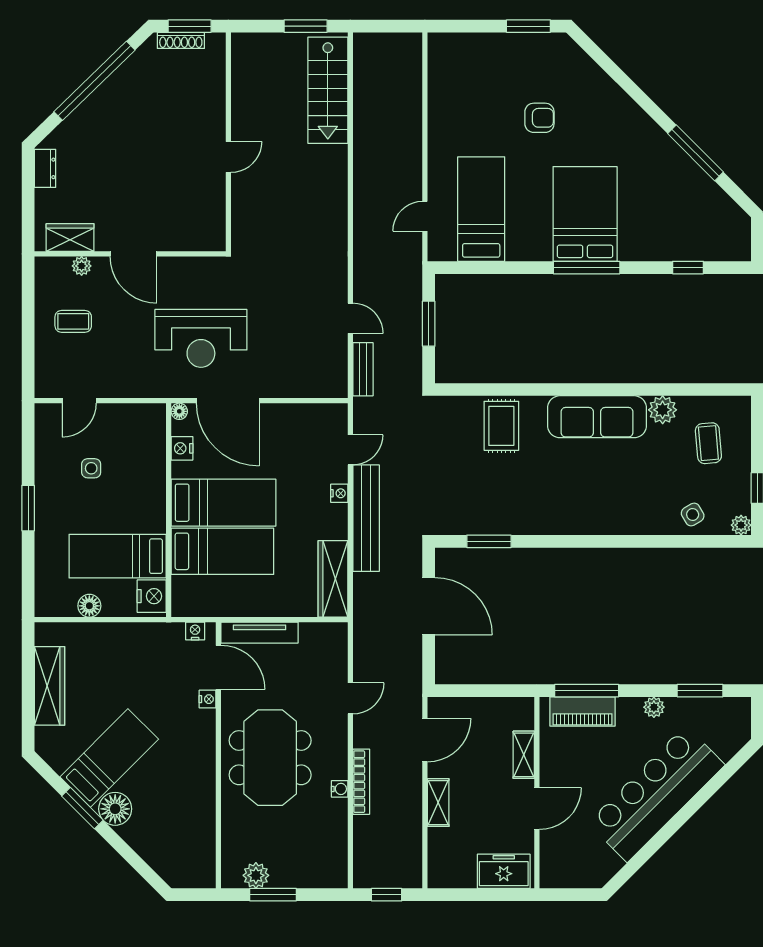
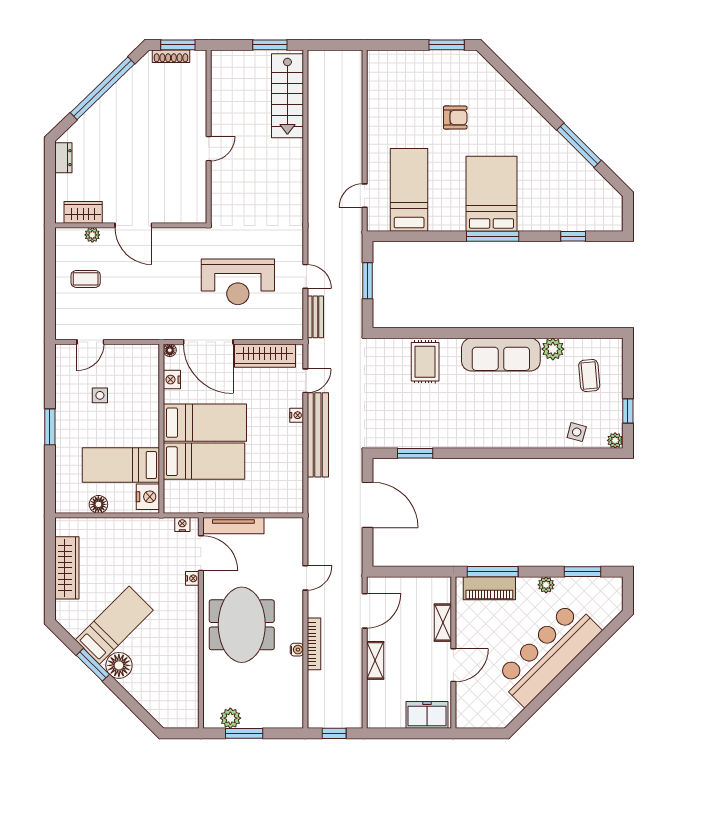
reception desk: (201, 338) -> (238, 282), moved
side table: (693, 515) -> (577, 432), turned 45
wardrobe: (333, 579) -> (265, 356), moved, turned -90

